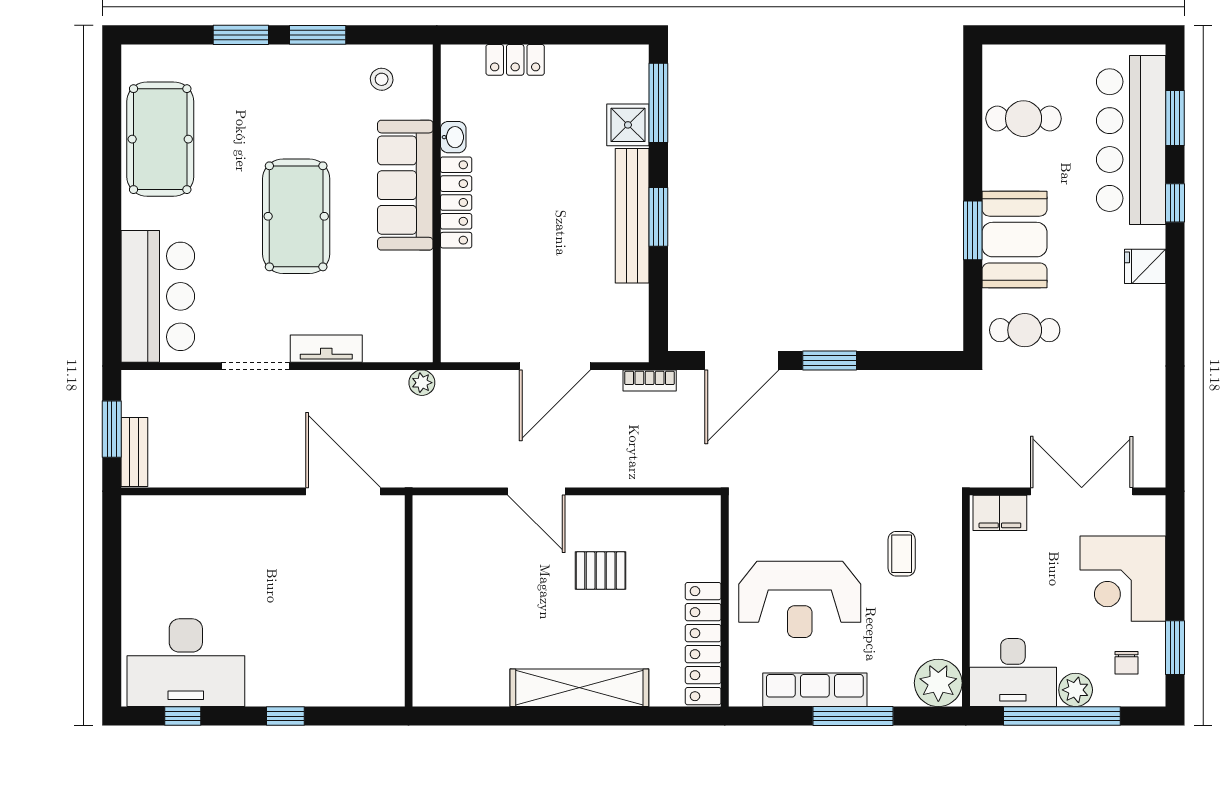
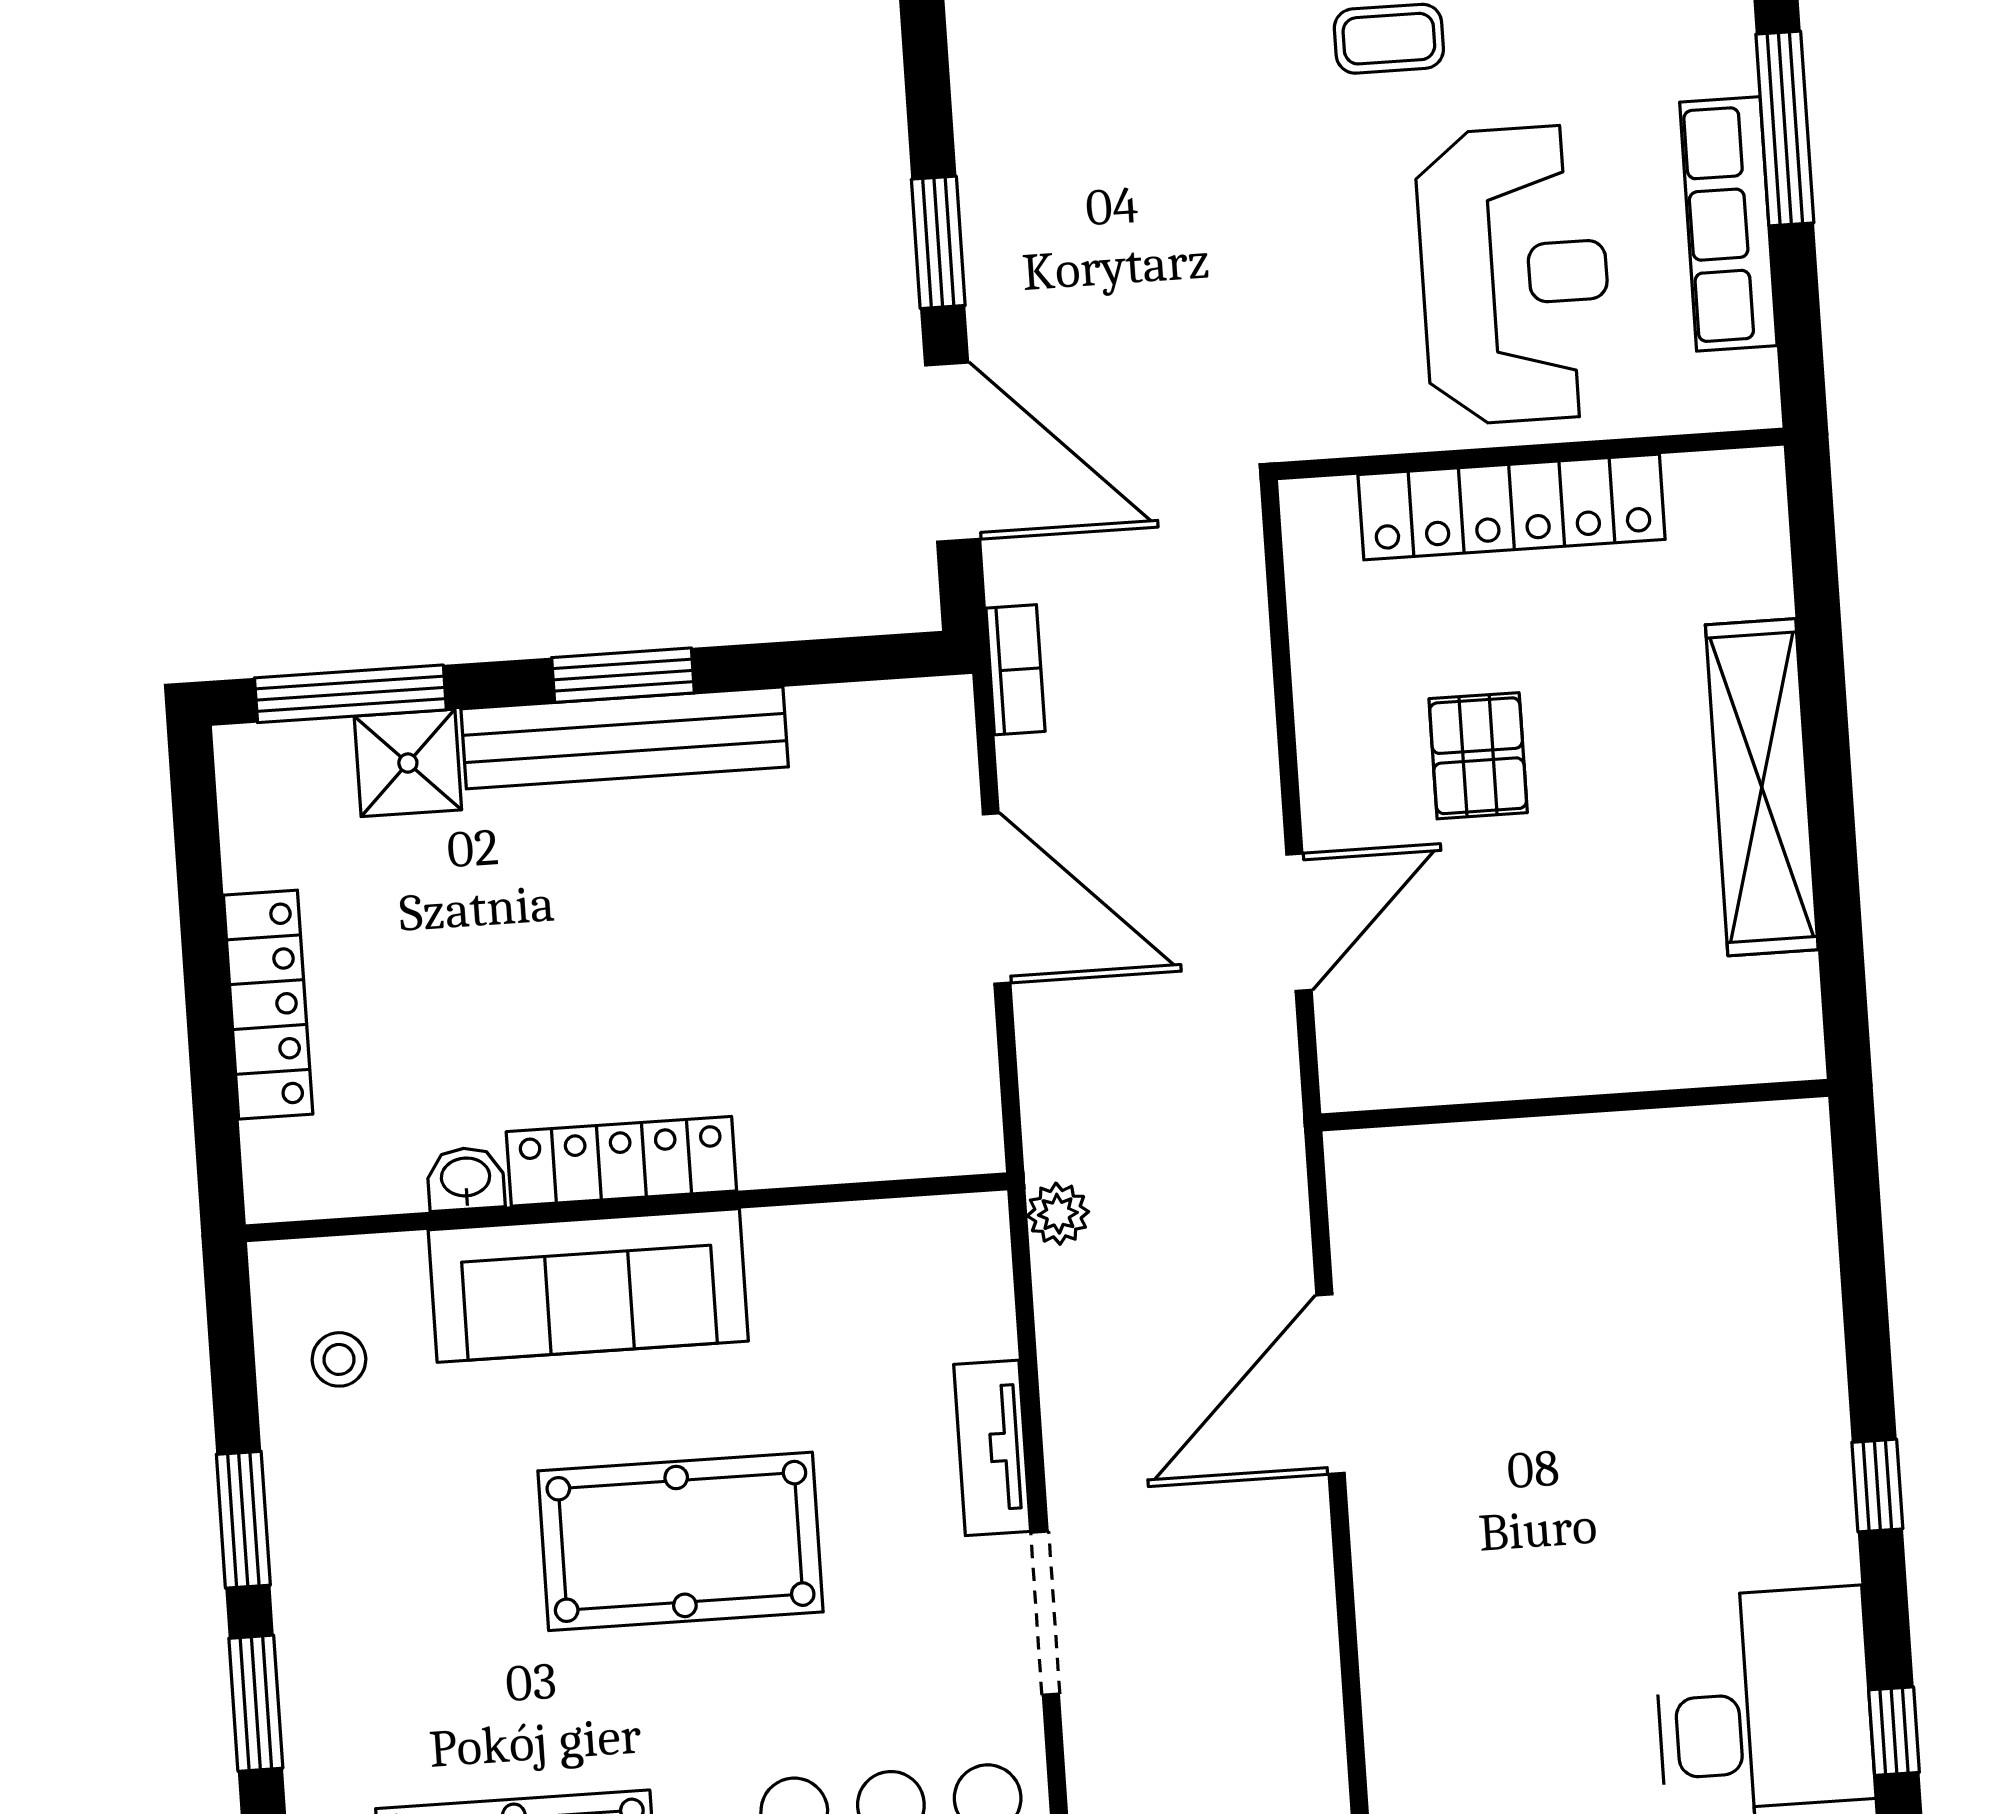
locker: (515, 60) -> (268, 1005), width x1.53
wall: (409, 601) -> (1575, 1105), moved
locker: (703, 644) -> (1512, 507), moved

